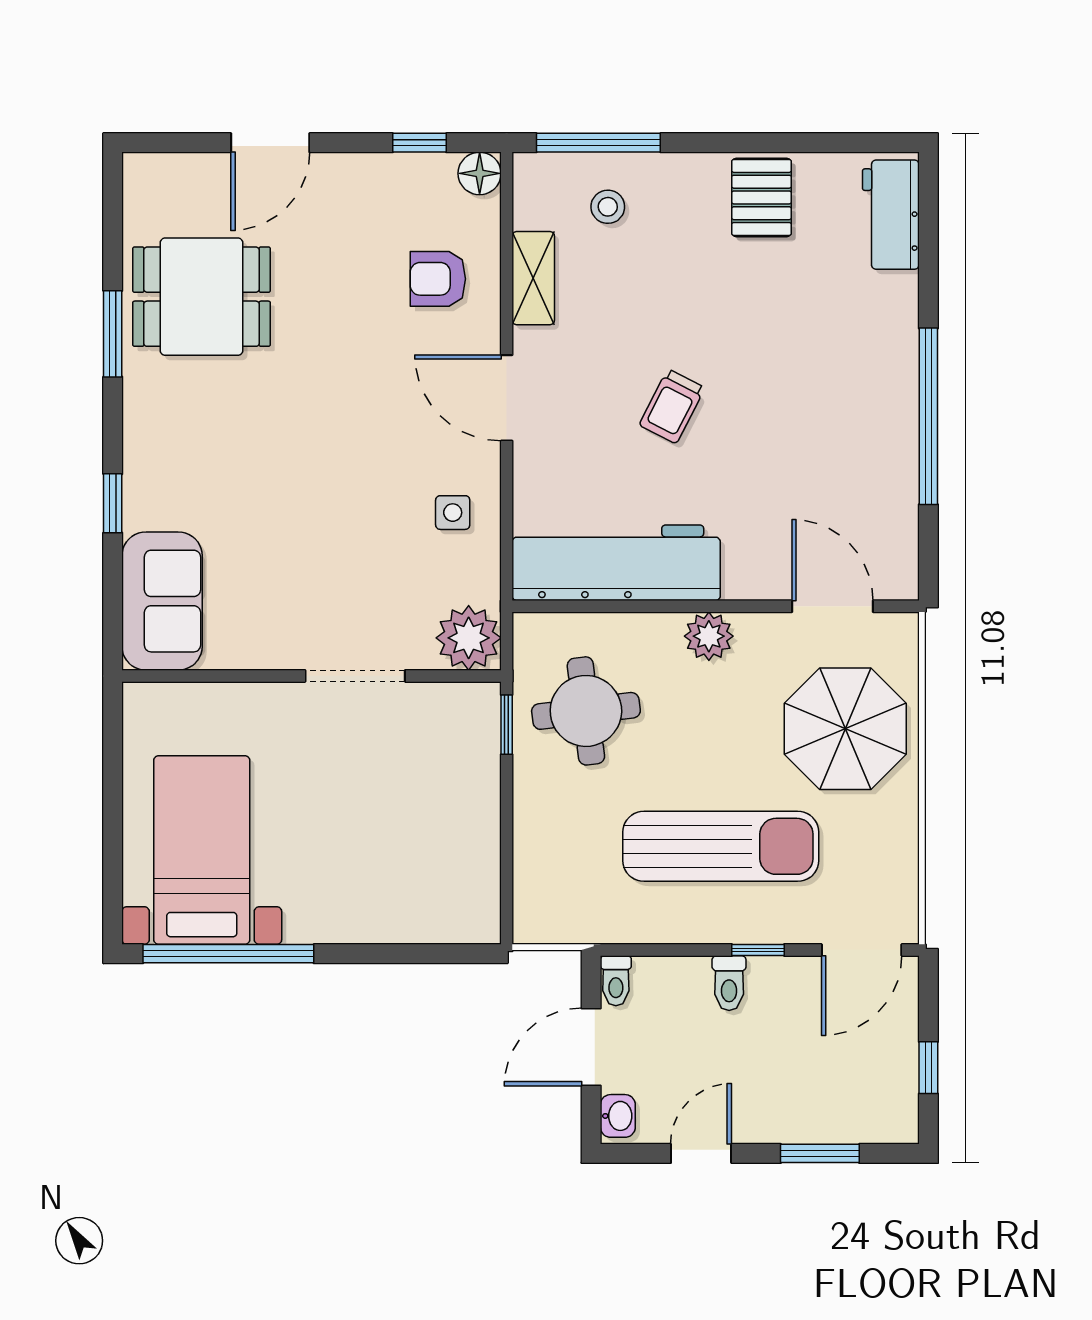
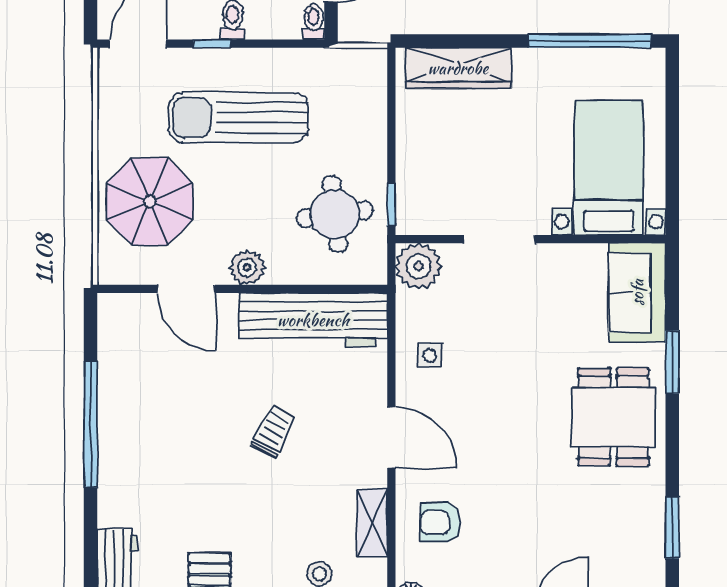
armchair: (438, 279) -> (440, 522), turned 180
dining table: (202, 297) -> (613, 417), moved, turned 90
window: (113, 334) -> (672, 527), moved
window: (113, 503) -> (672, 362), width x1.50
door: (832, 606) -> (186, 289), moved
bed with nightstands: (202, 850) -> (609, 168), moved, turned 180
wardrobe: (412, 916) -> (458, 68), added

